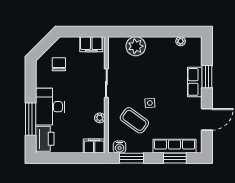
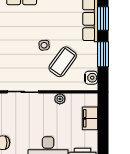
filing cabinet: (94, 146) -> (90, 118), moved
window: (132, 158) -> (103, 54), moved

